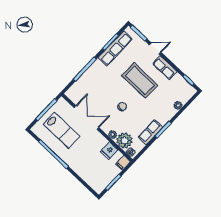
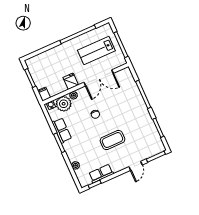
row of seats: (115, 48) -> (151, 130), removed
row of seats: (165, 68) -> (101, 174), moved
coffee table: (140, 80) -> (112, 140), width x0.73, depth x0.76
fridge: (109, 151) -> (71, 81), moved

